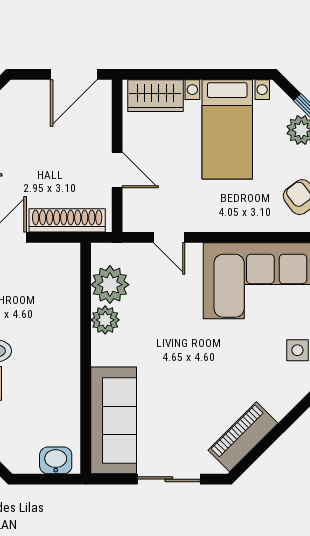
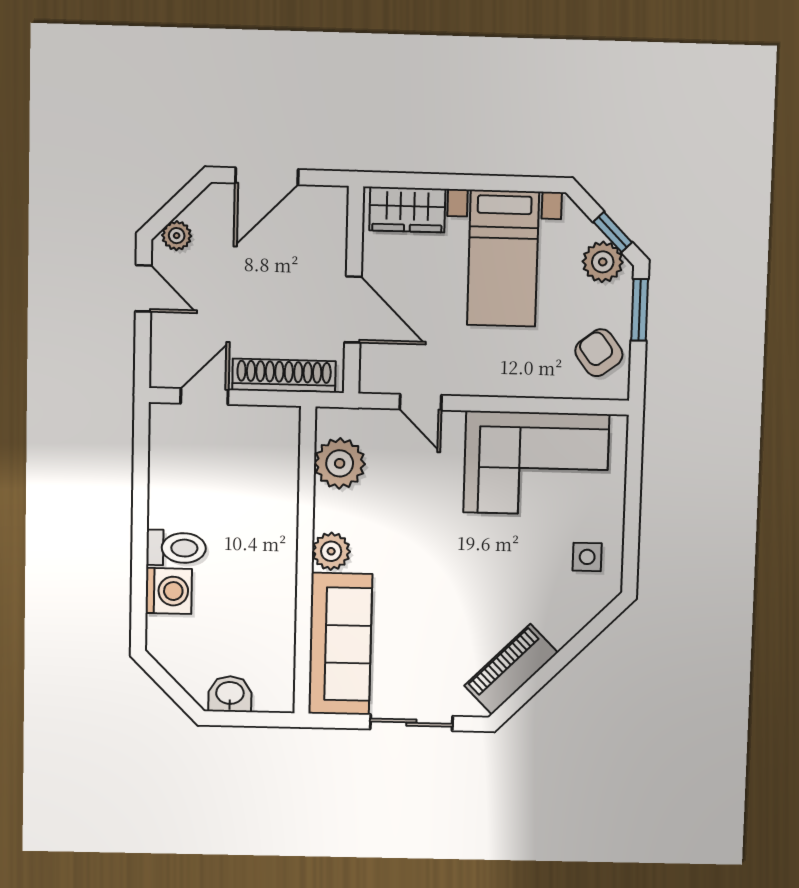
door: (74, 74) -> (267, 176), moved
door: (117, 170) -> (353, 309), width x1.38
plant: (105, 320) -> (331, 551), moved
washbasin: (56, 460) -> (230, 694), moved

